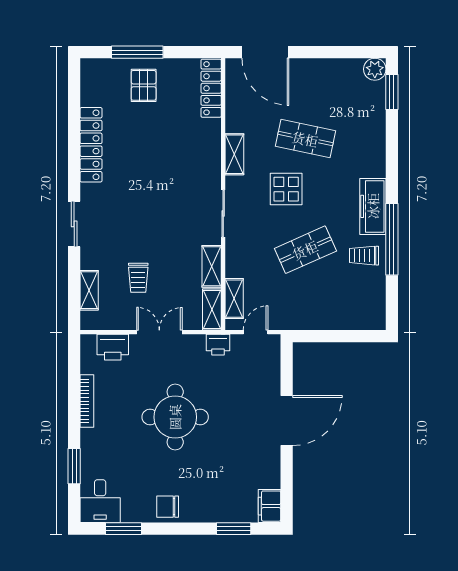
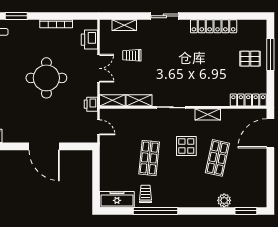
plant: (375, 69) -> (224, 200), moved
freezer: (373, 206) -> (117, 199), moved
shop shelf: (305, 250) -> (149, 158), turned 30
shelving: (234, 299) -> (119, 114), removed

